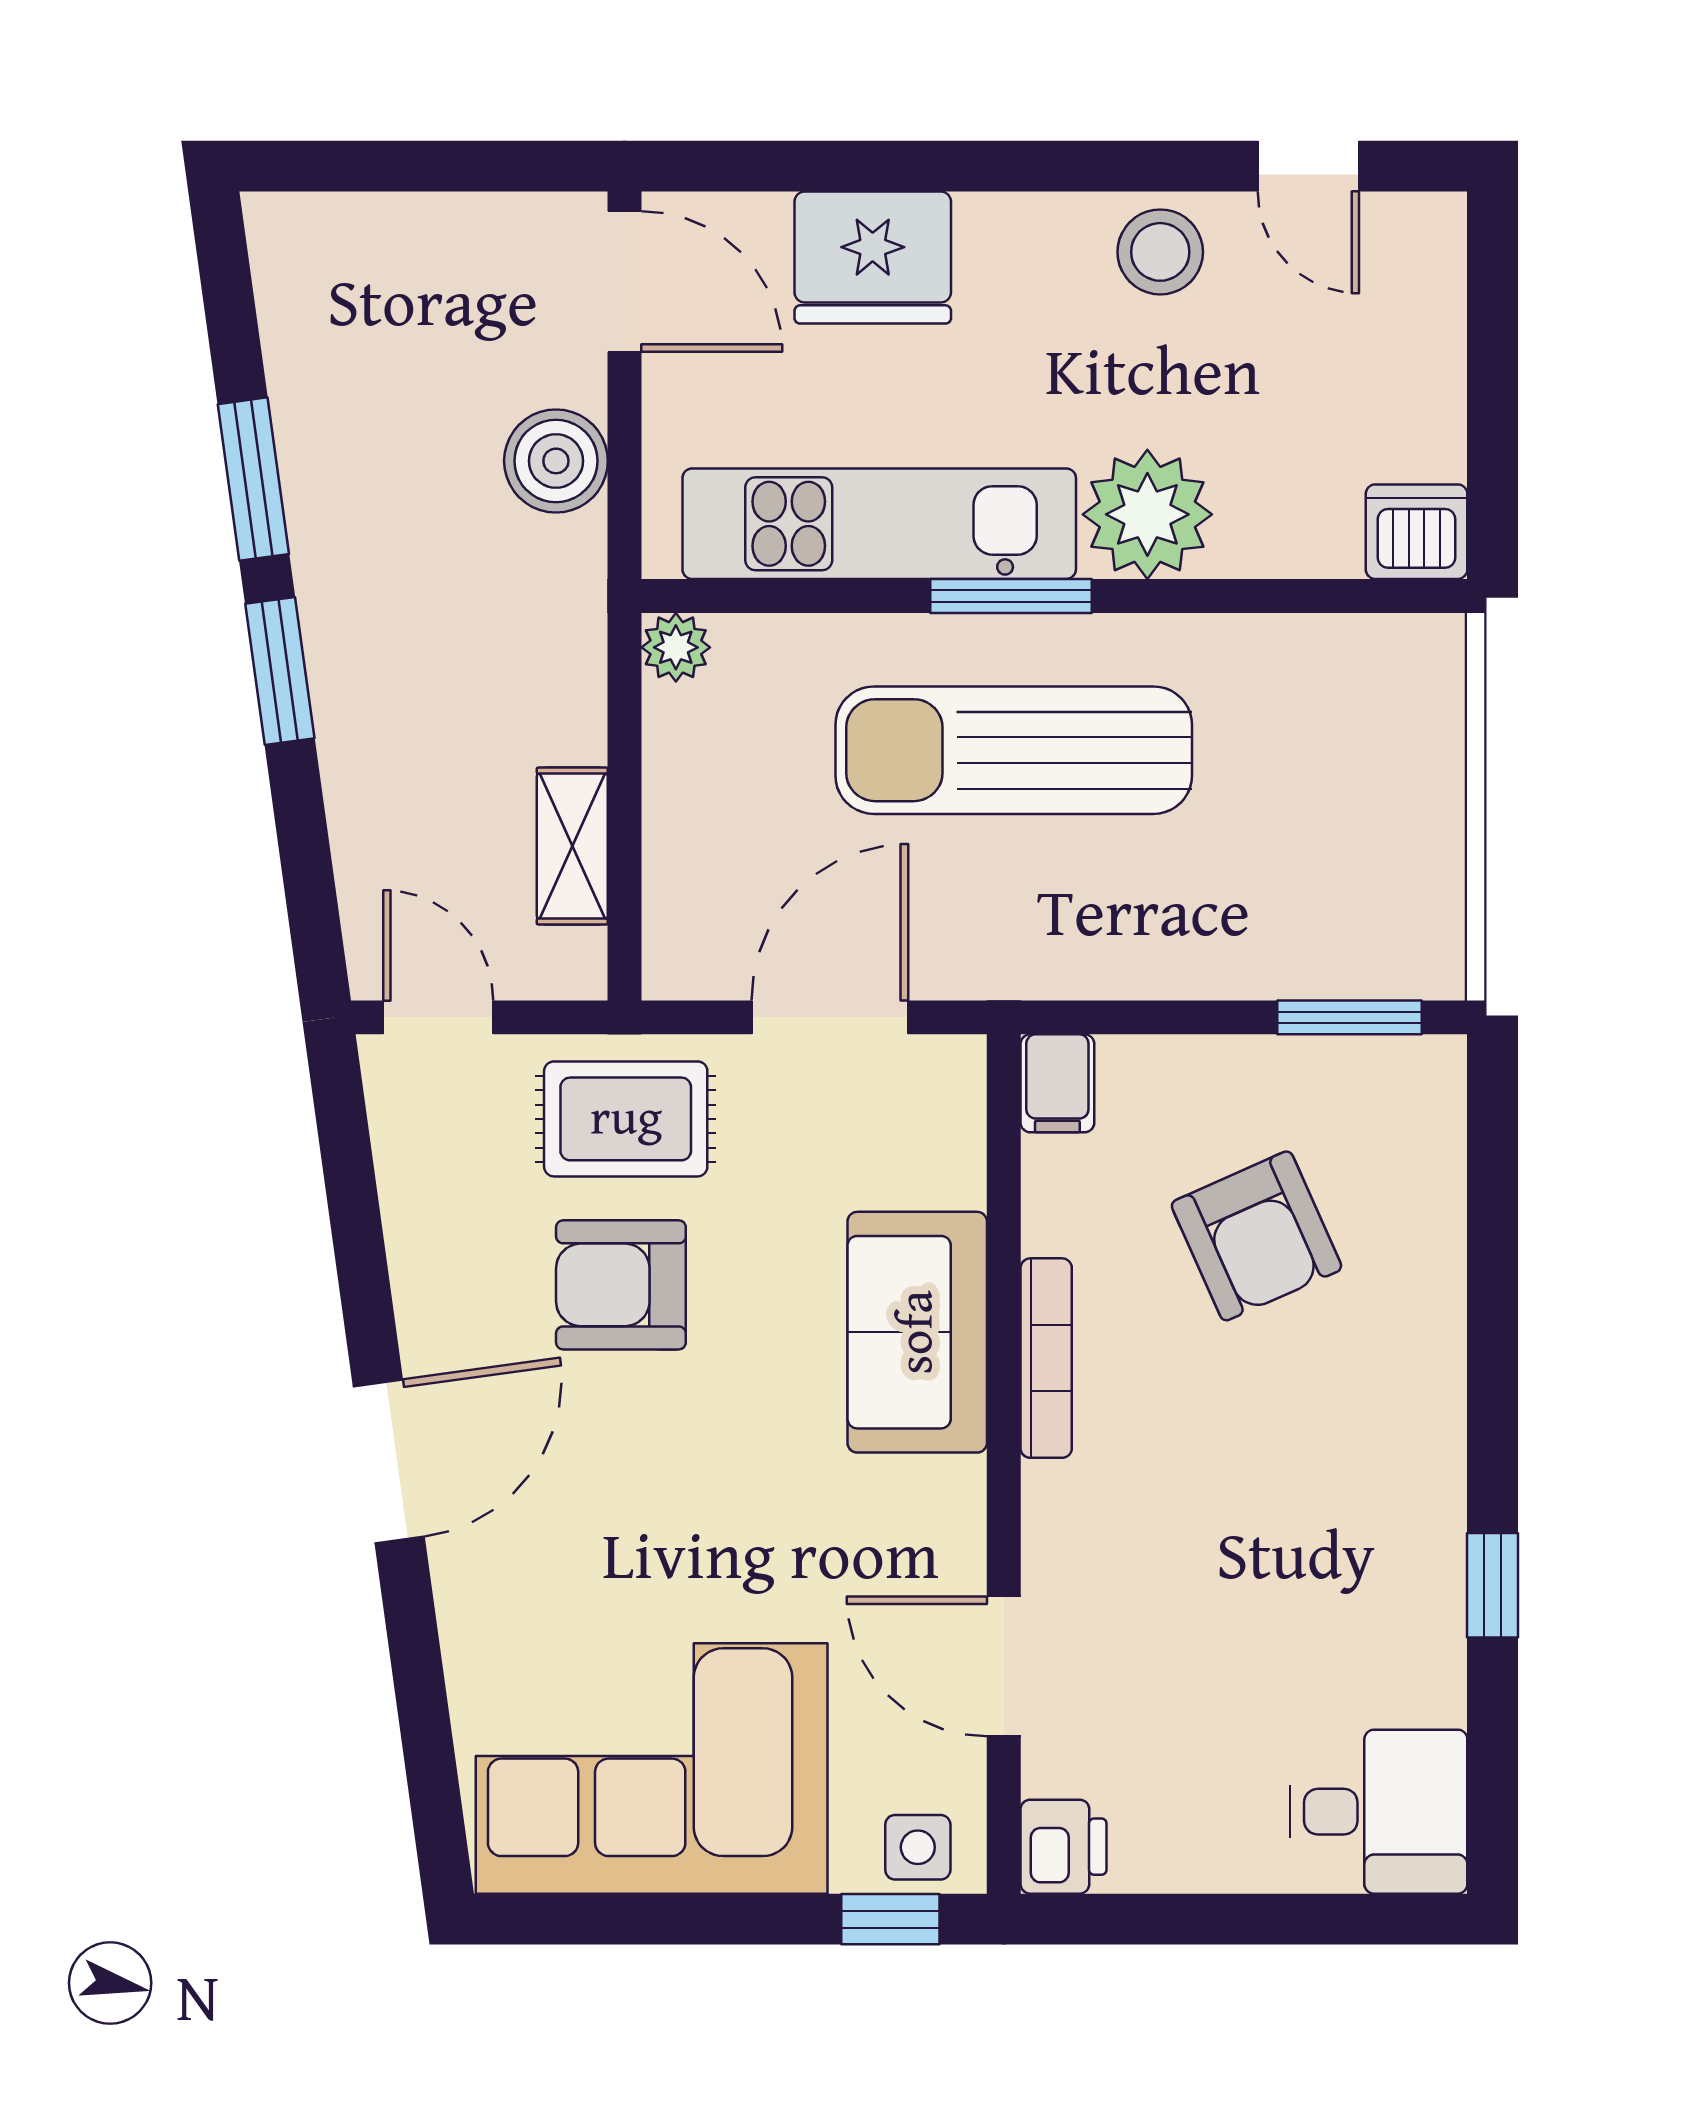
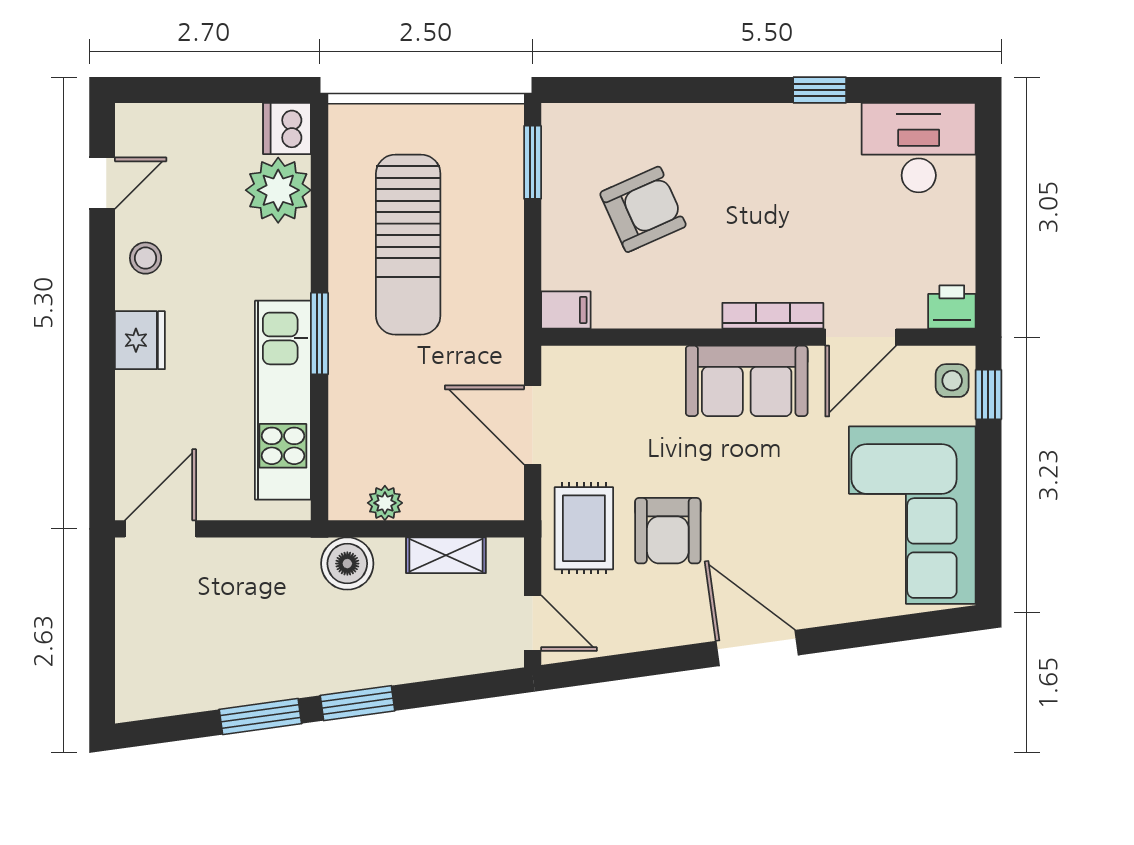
stool: (1160, 252) -> (146, 258), width x0.73, depth x0.73
fridge: (873, 258) -> (140, 340), moved, width x0.73, depth x0.75
boiler: (556, 461) -> (347, 564), moved
plant: (1147, 514) -> (278, 190), moved
plant: (676, 647) -> (385, 503), moved
sun lounger: (1014, 750) -> (408, 245), moved
door: (438, 1017) -> (533, 623), swing flipped
sofa: (917, 1332) -> (747, 381), moved
bookcase: (1046, 1358) -> (773, 316), moved
desk: (1379, 1812) -> (919, 148), width x1.37

